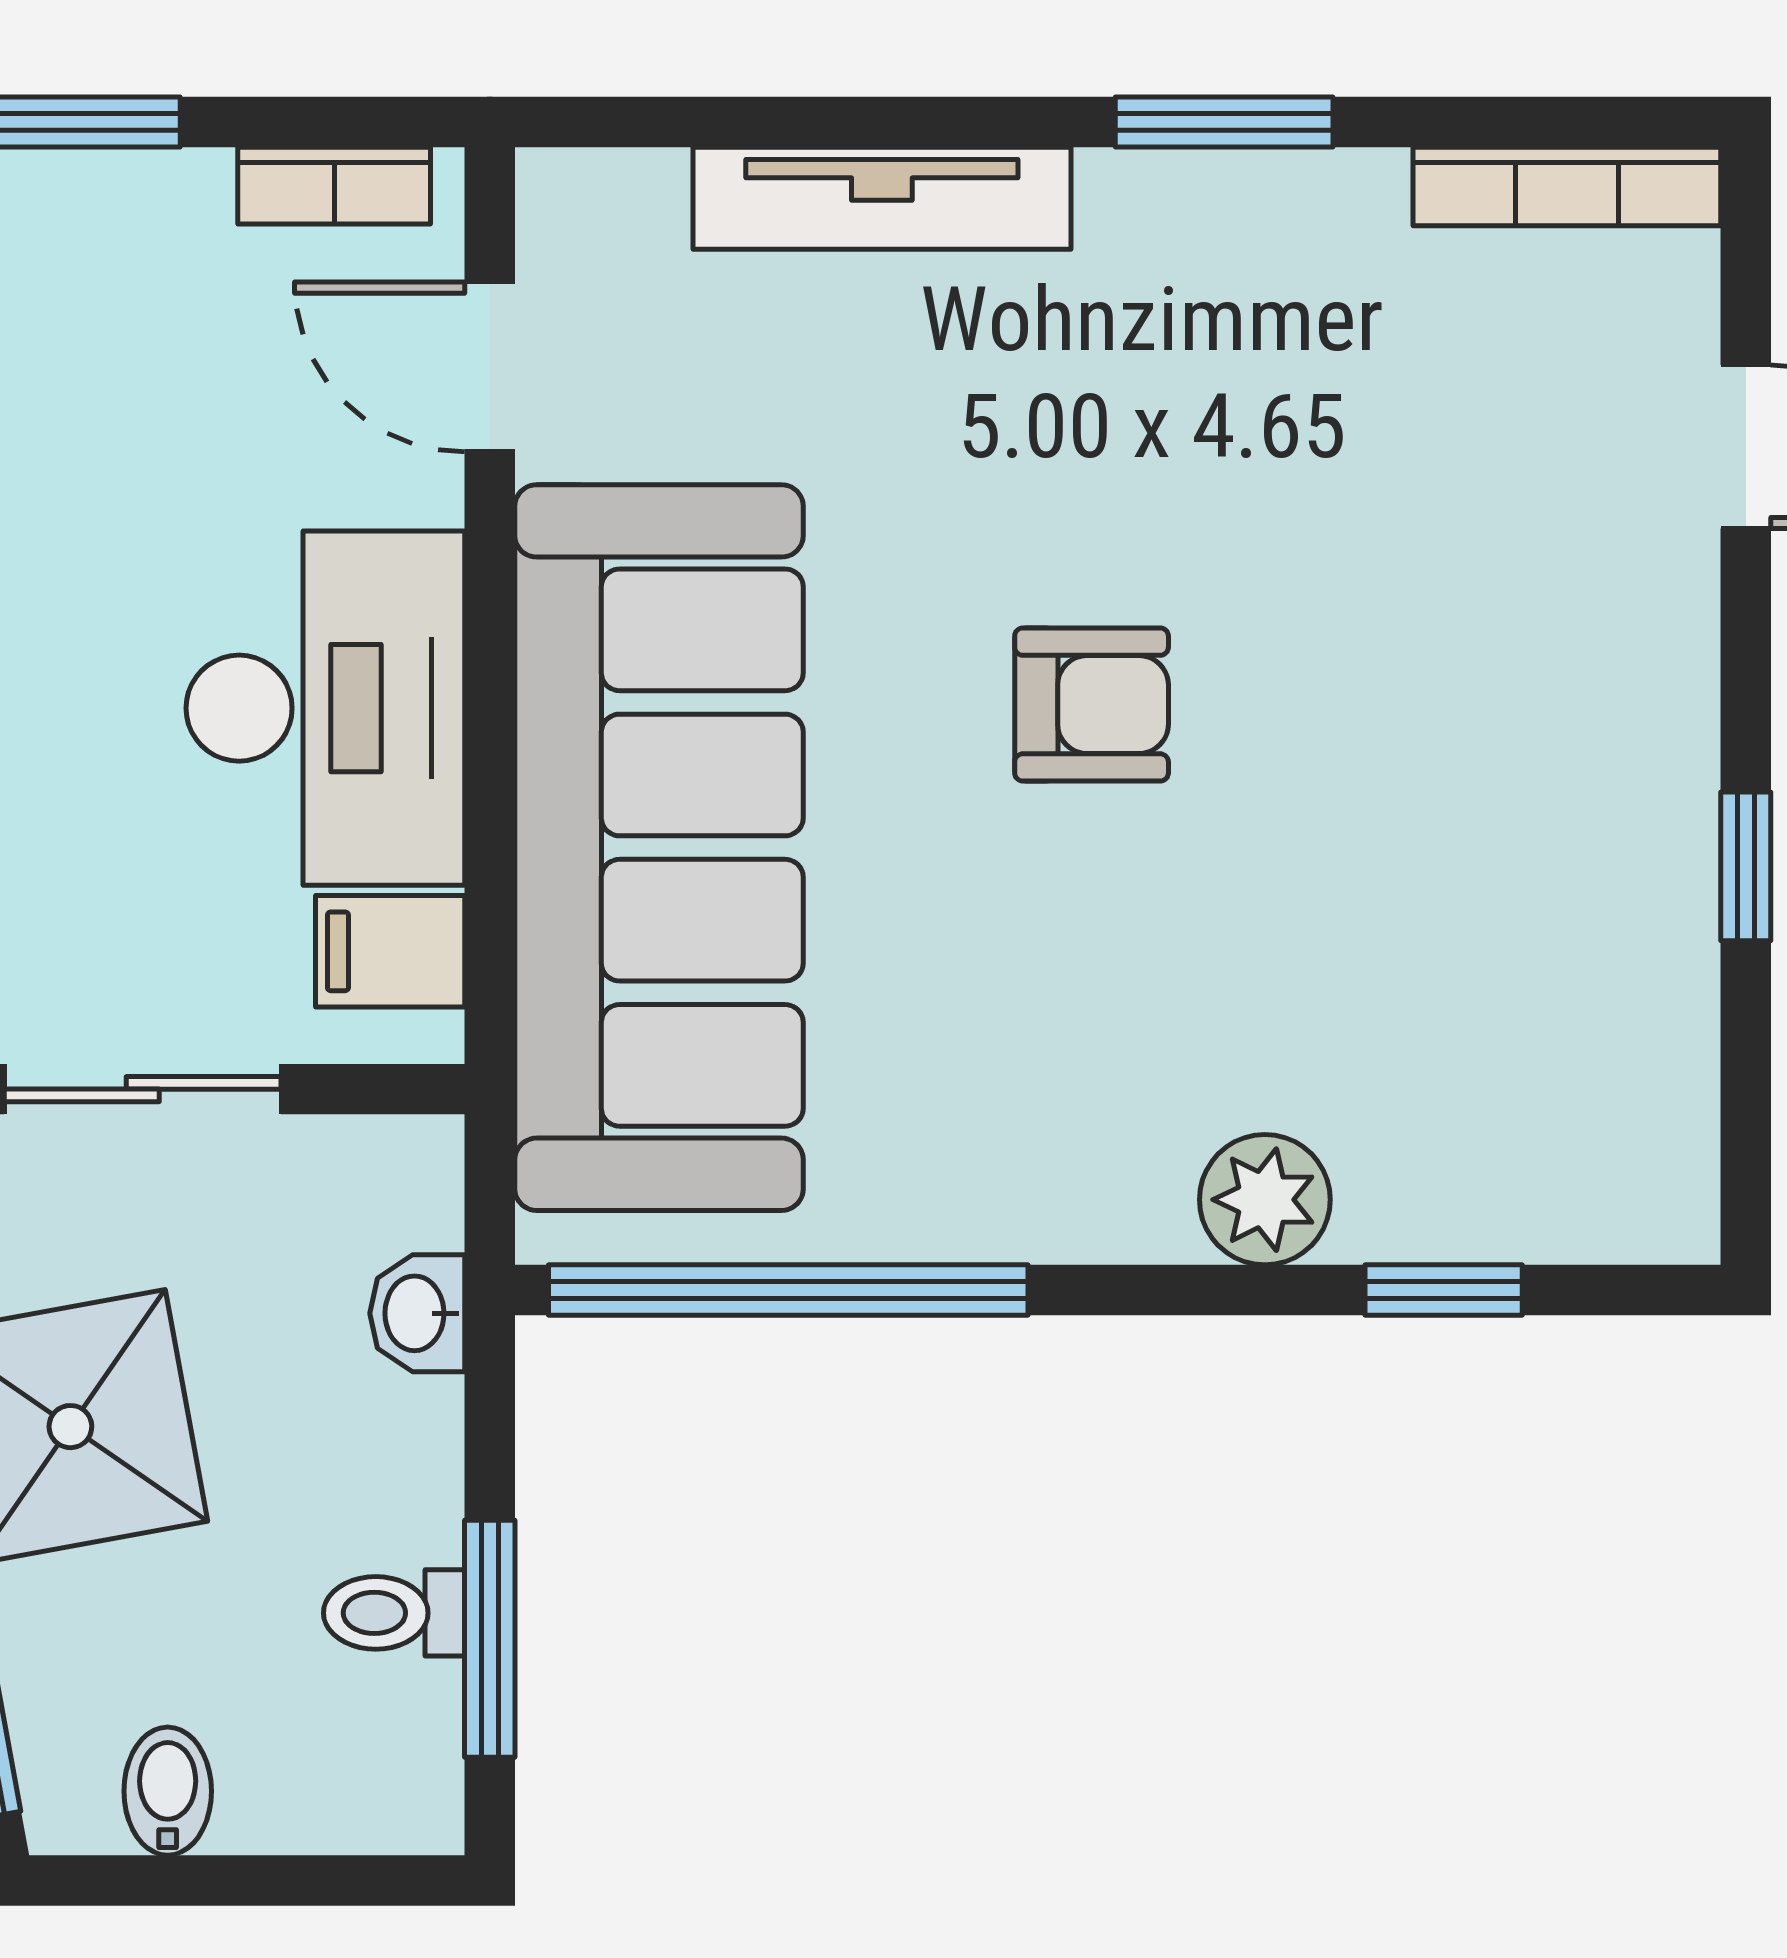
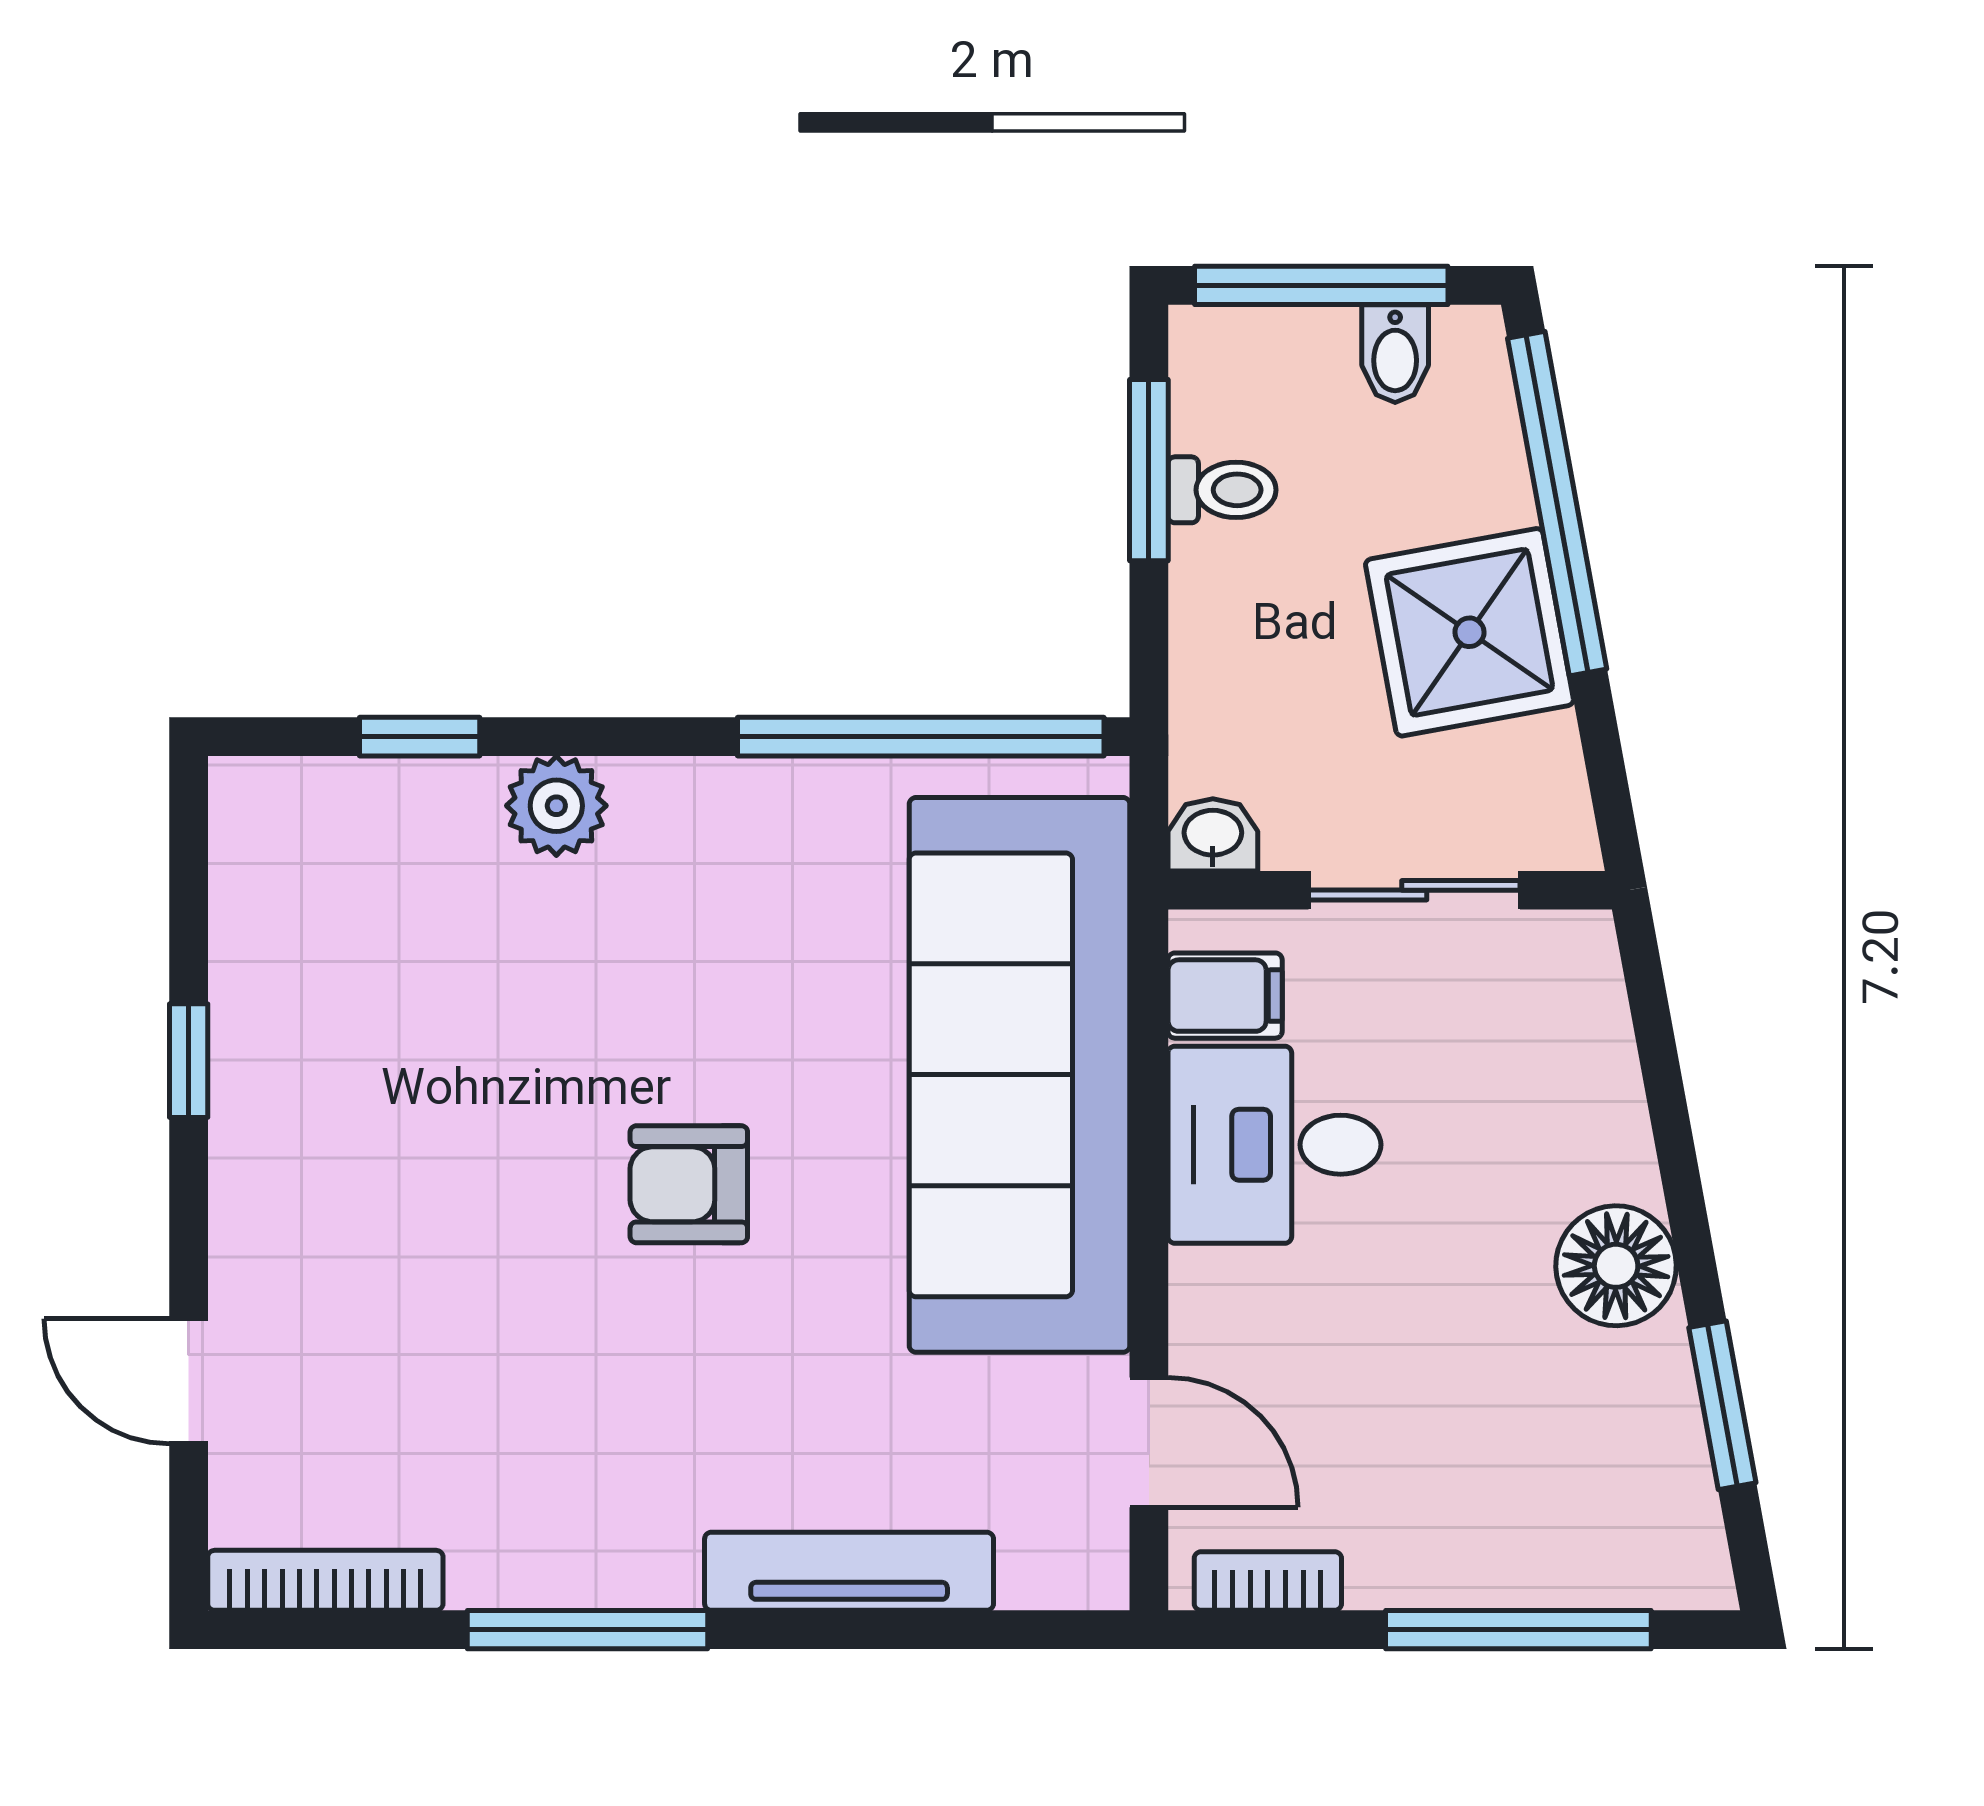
window: (1224, 122) -> (588, 1630), width x1.44
desk: (325, 708) -> (1275, 1145), width x0.73
washbasin: (417, 1313) -> (1213, 835), moved, turned -90
window: (264, 1880) -> (1321, 285), added

